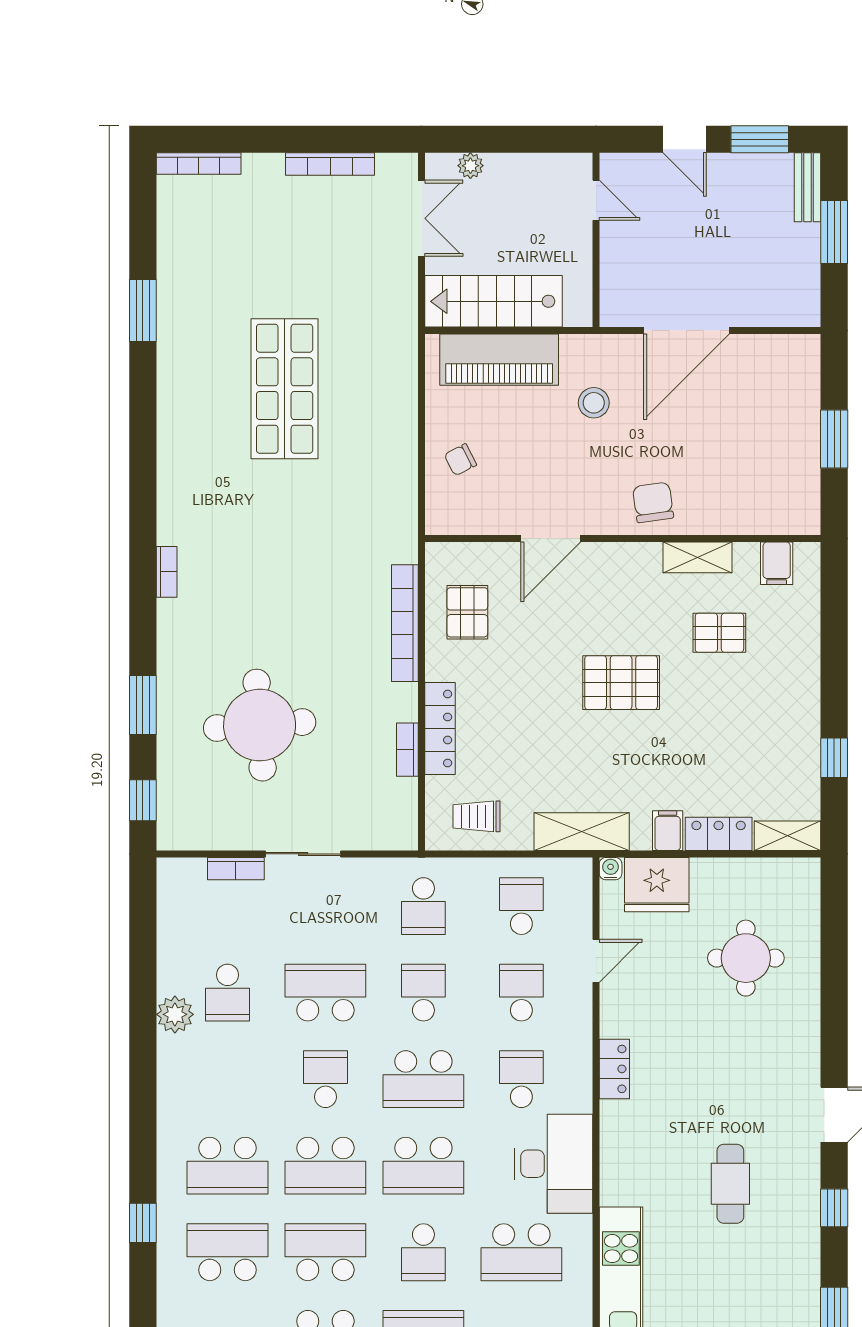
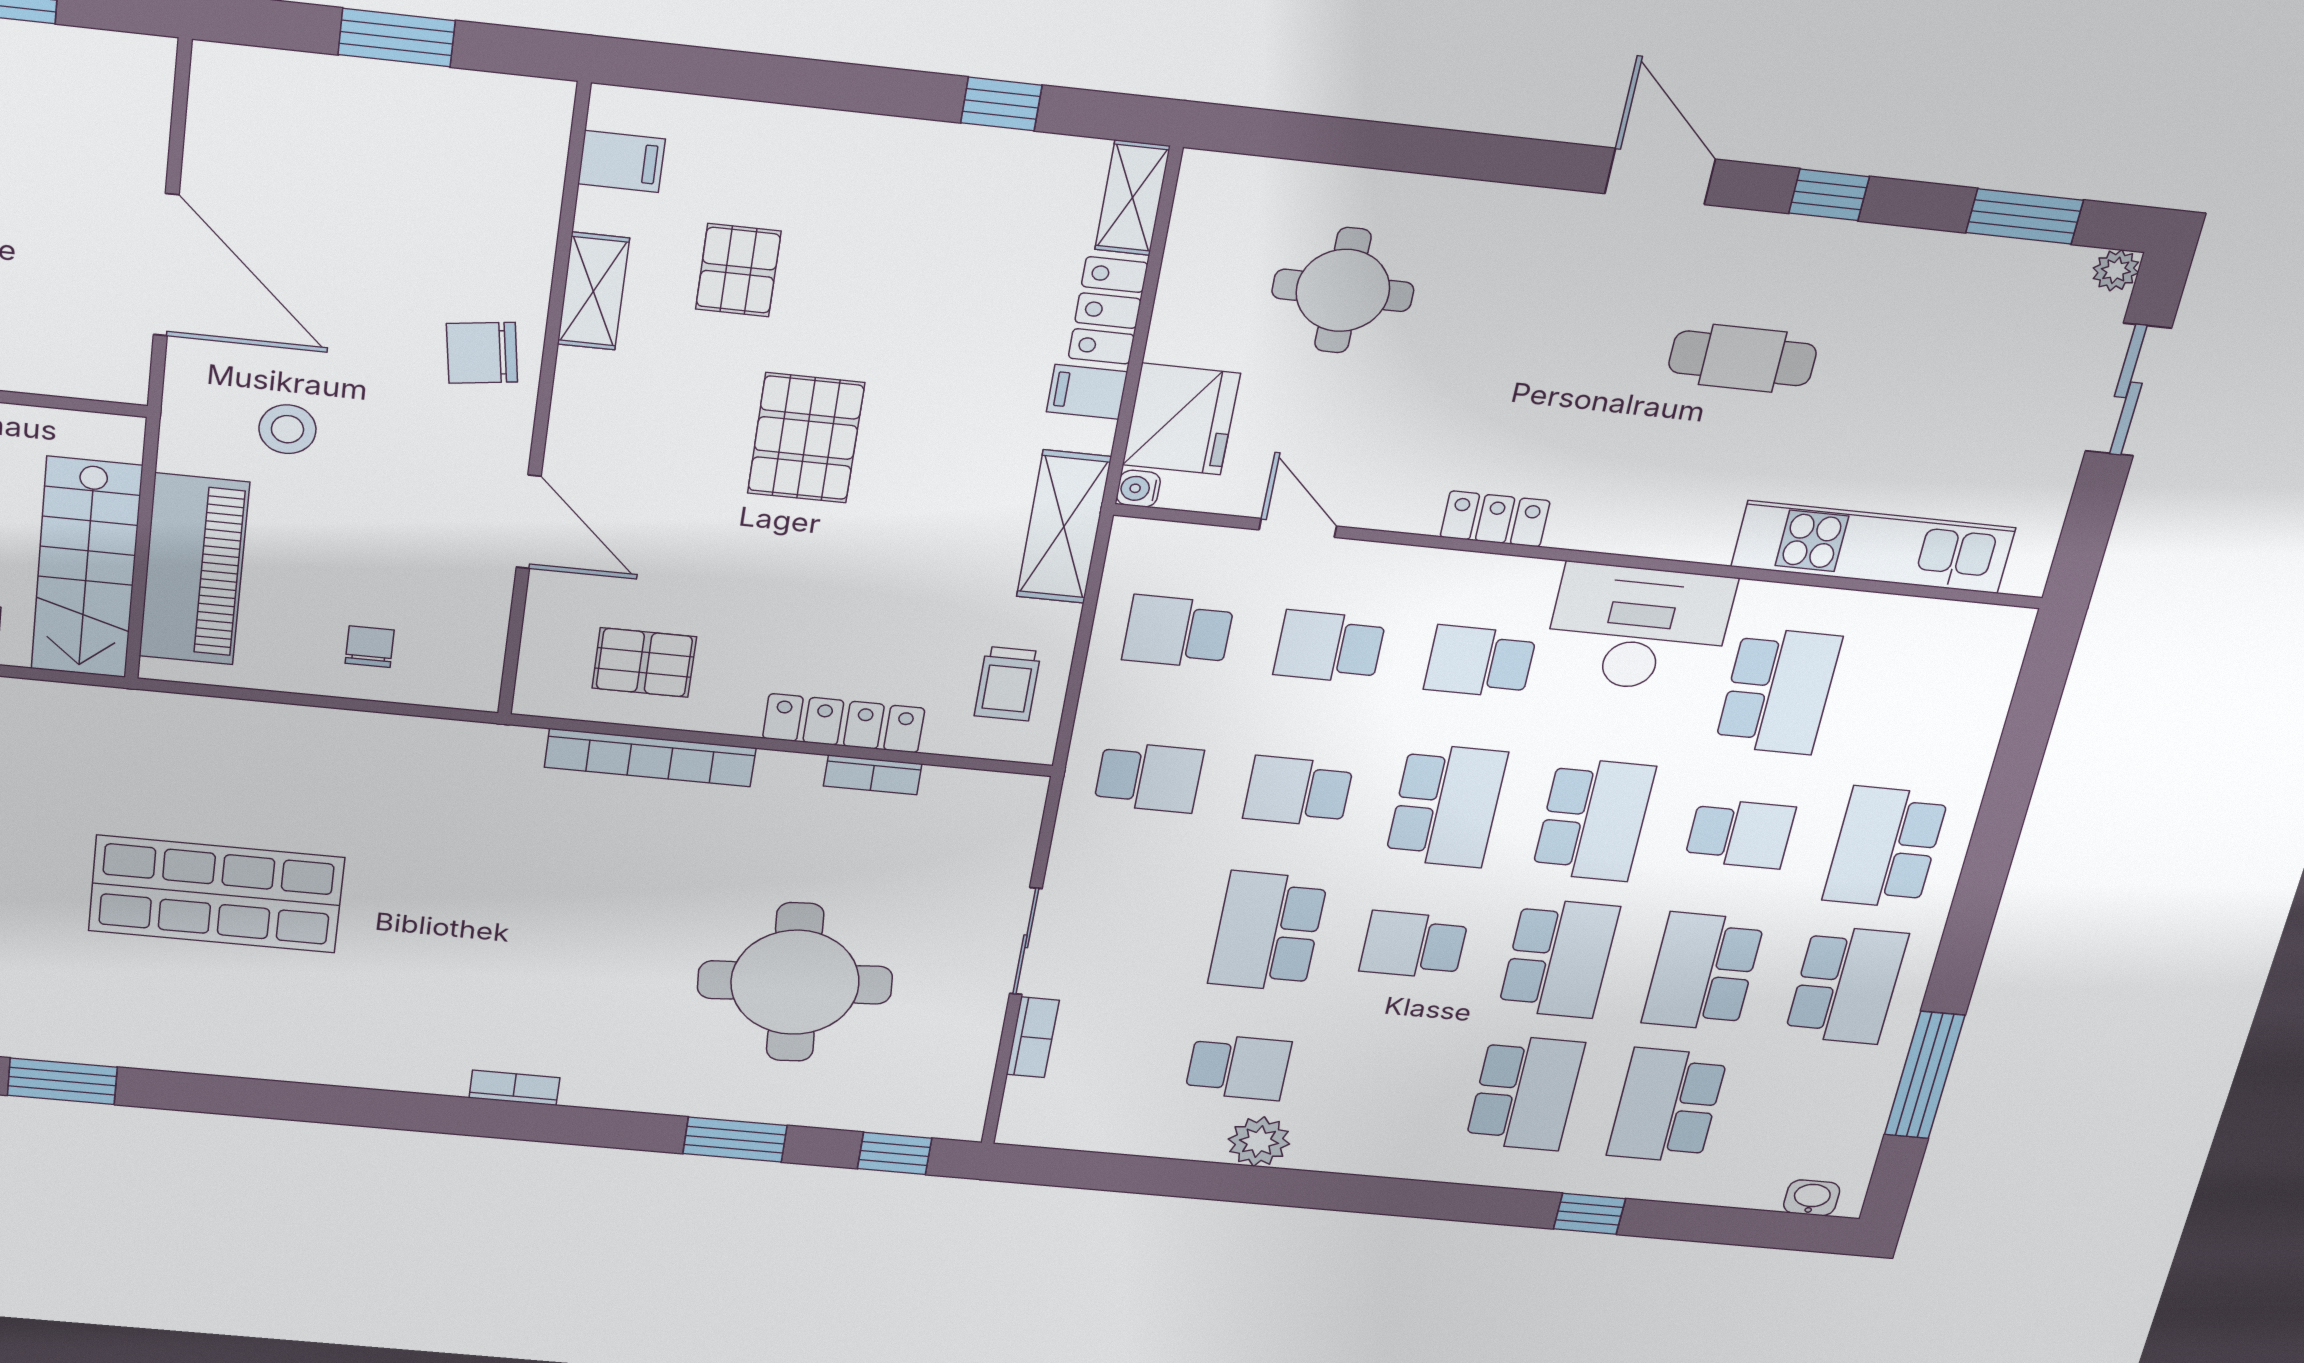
chair: (460, 460) -> (370, 647), turned -153

